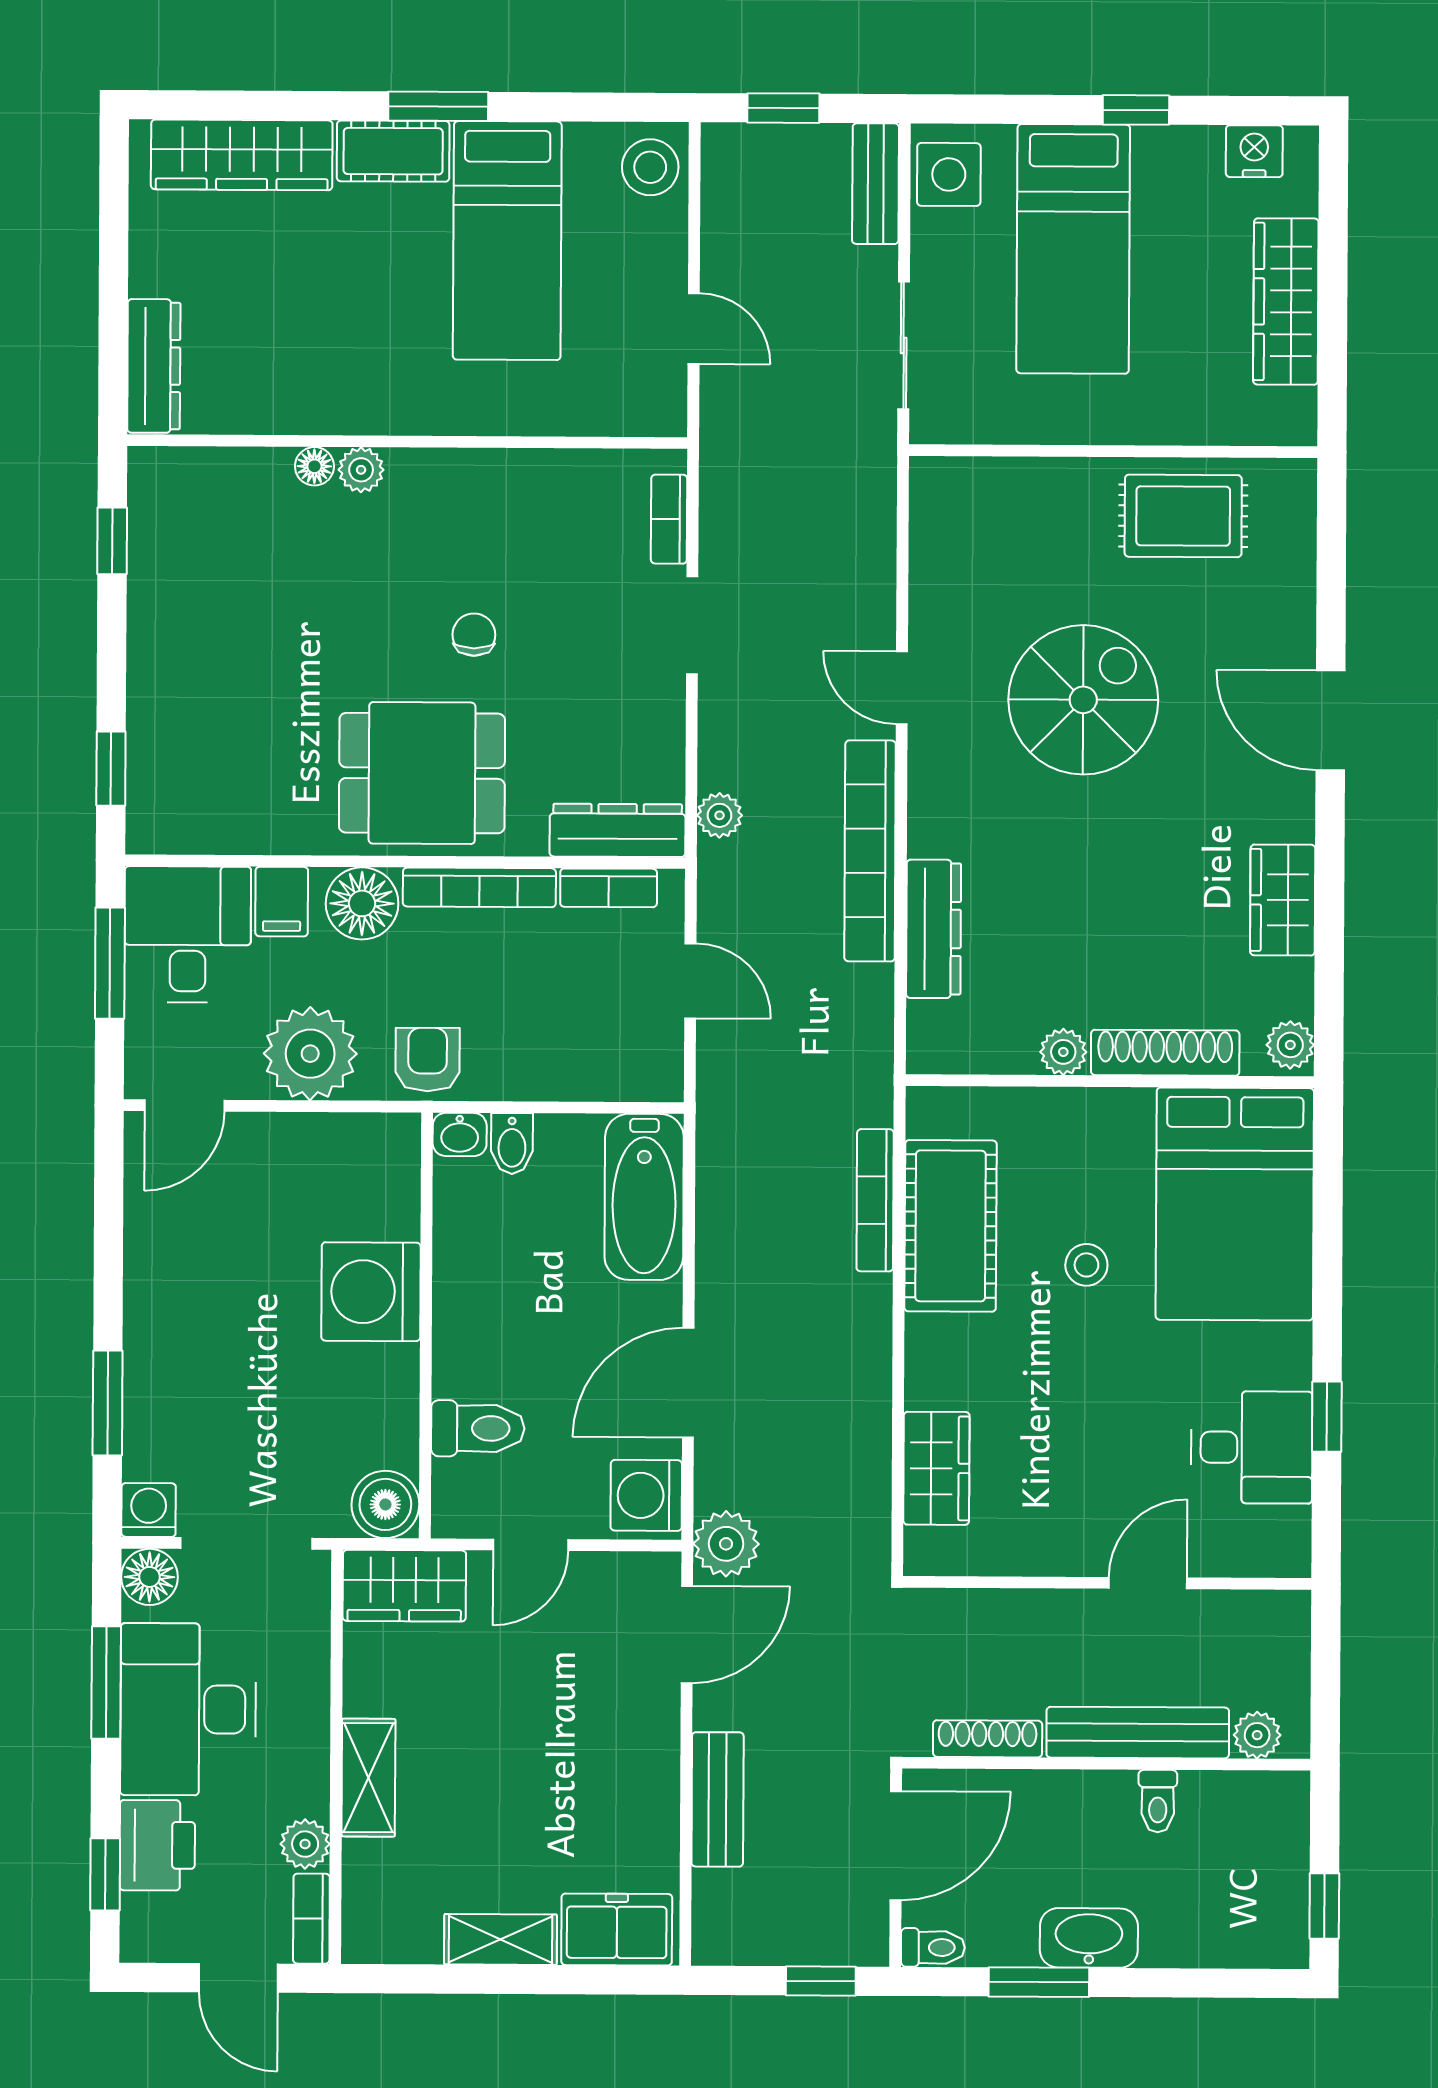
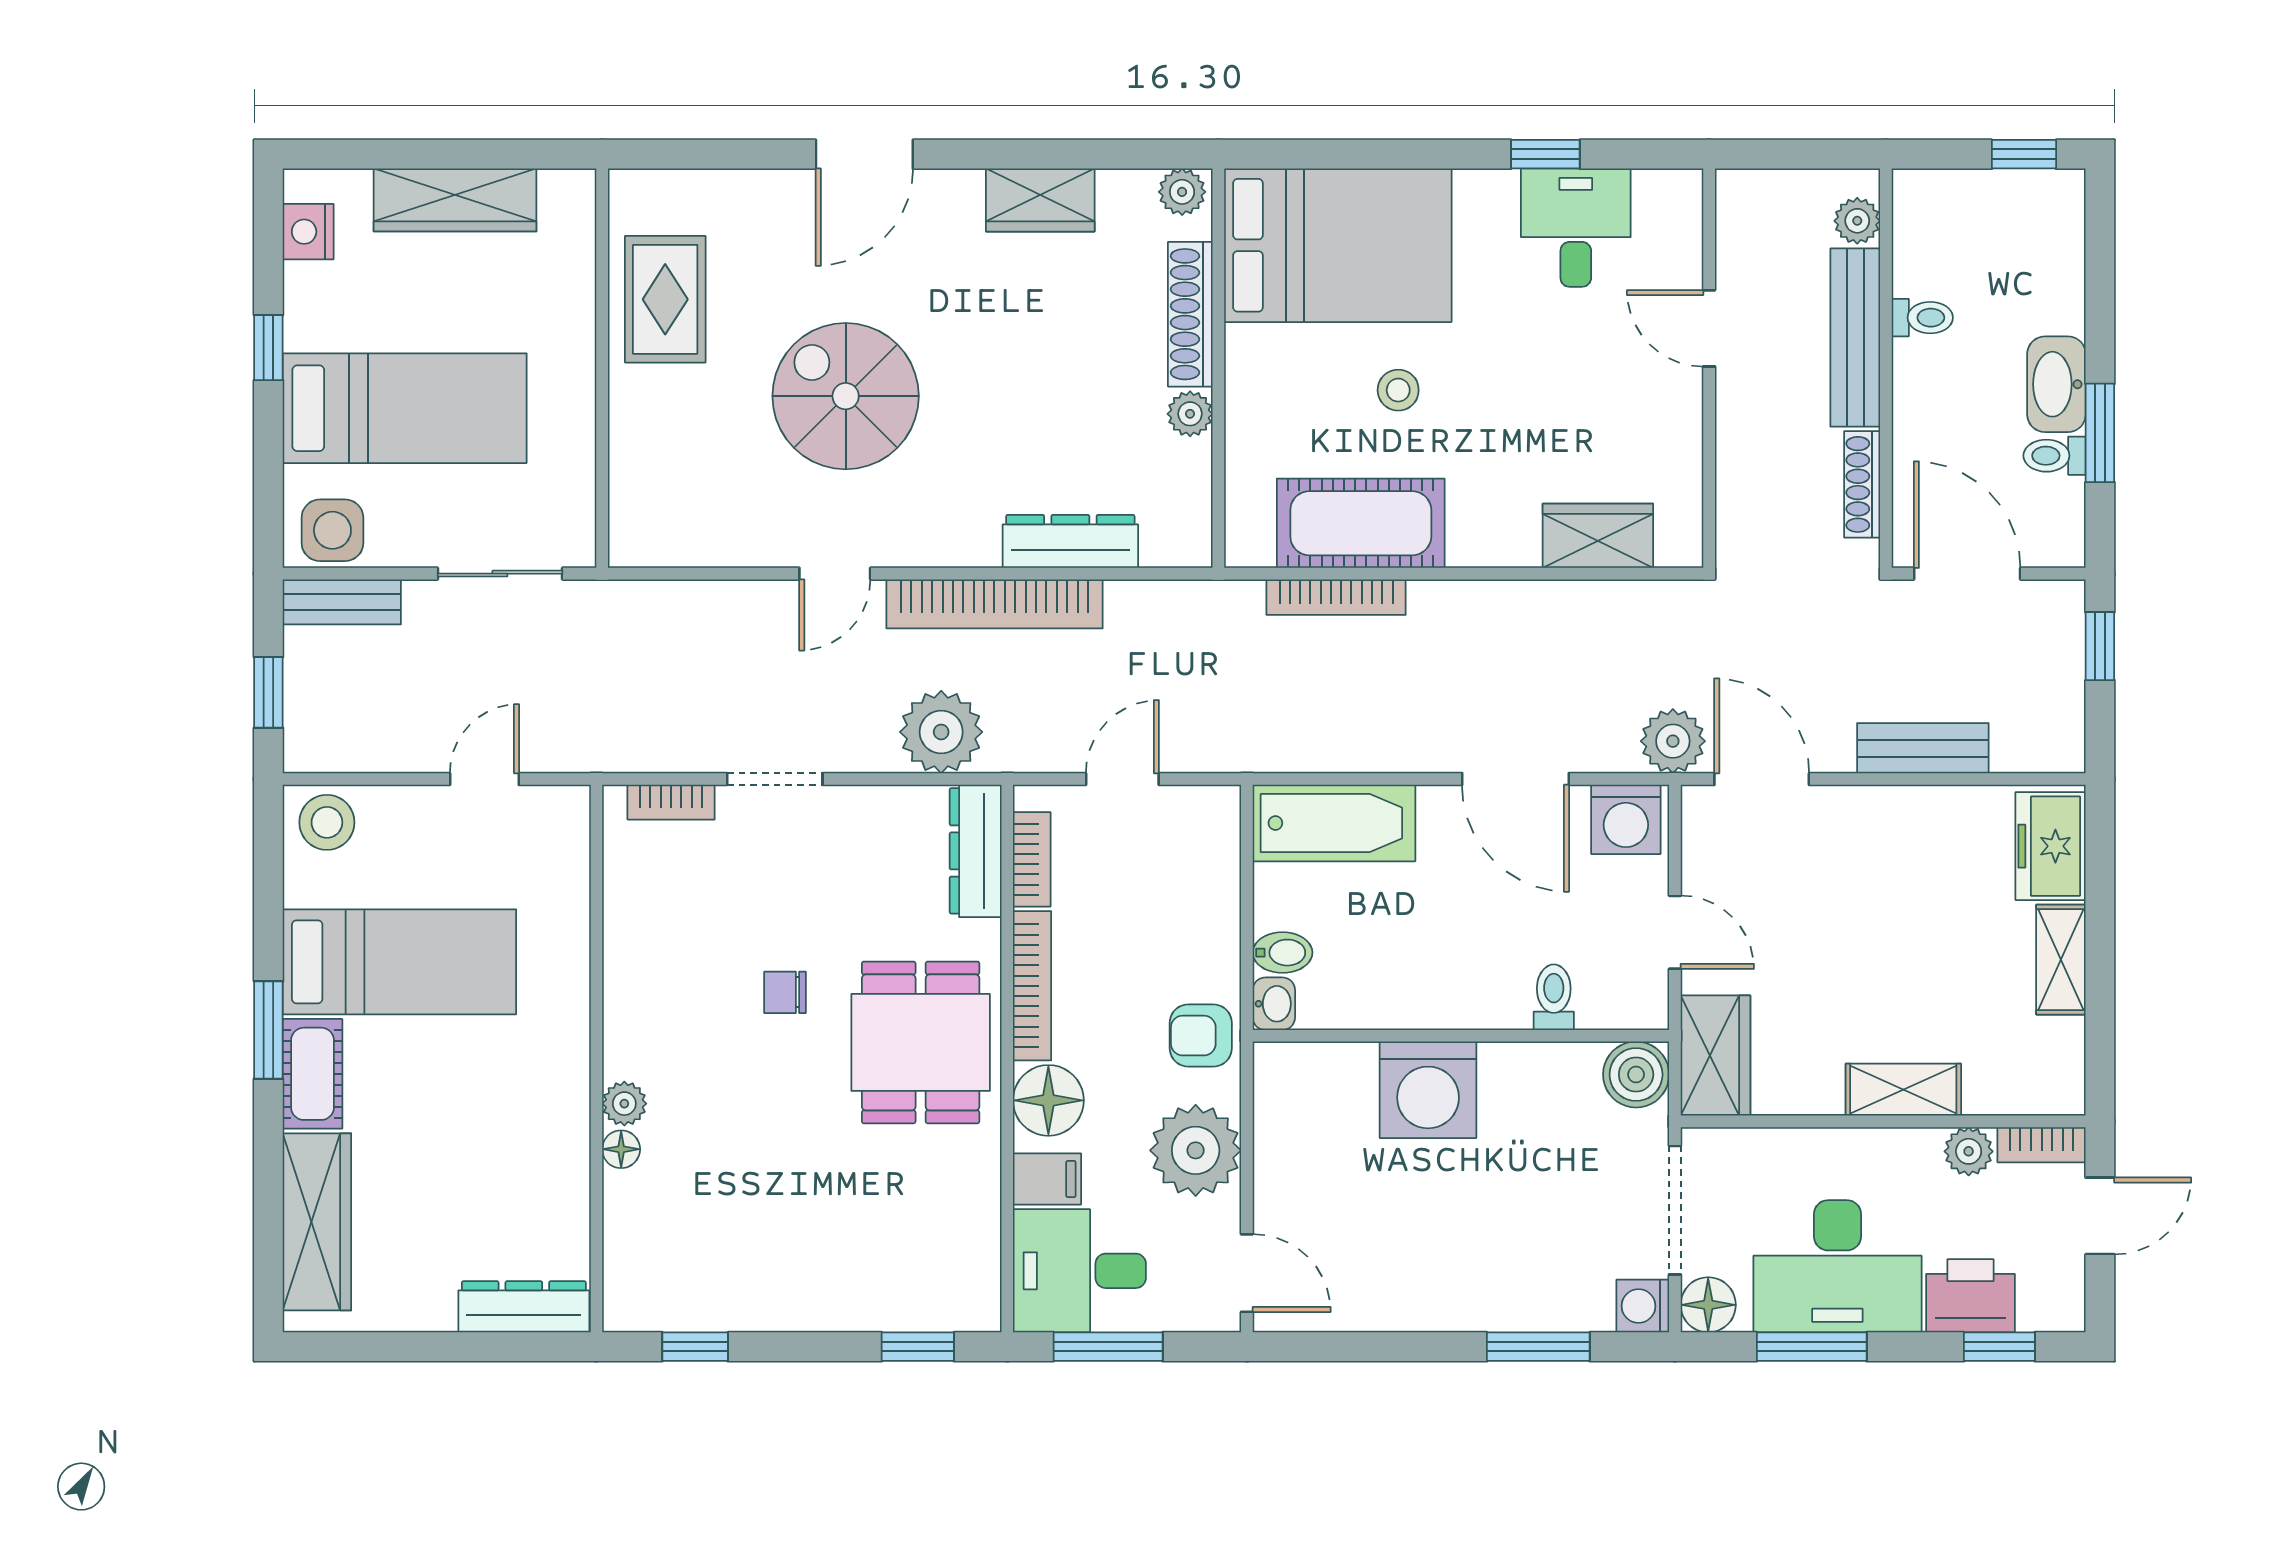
plant: (720, 815) -> (941, 732), width x1.88, depth x1.88
toilet: (478, 1428) -> (1554, 997), width x0.73, depth x0.72
toilet: (933, 1947) -> (2055, 456), moved, turned -90

